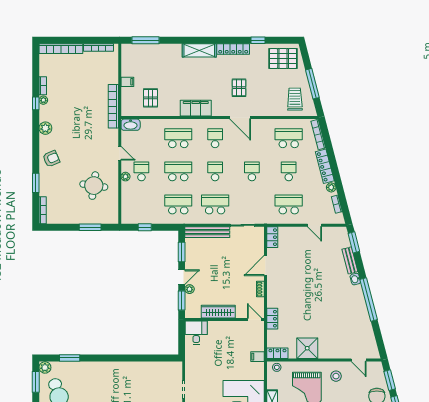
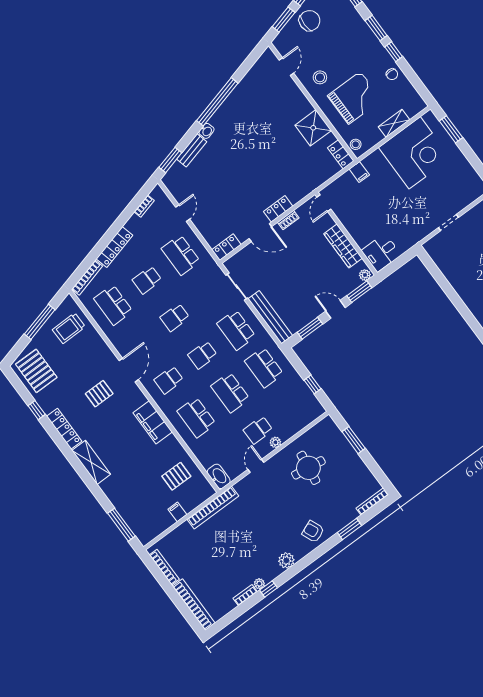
plant: (331, 187) -> (131, 225), removed
plant: (190, 289) -> (365, 275), moved
locker: (272, 319) -> (278, 209), moved

